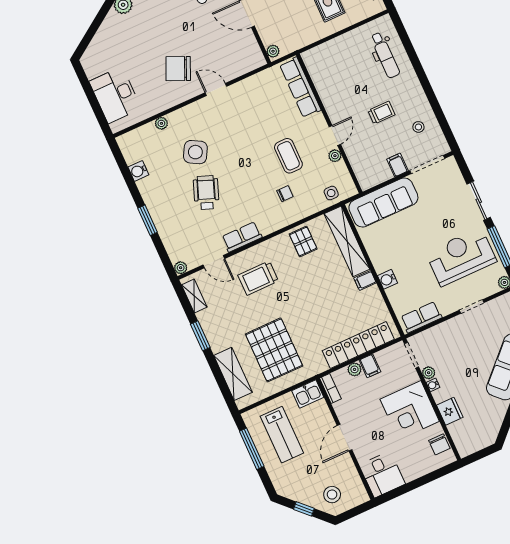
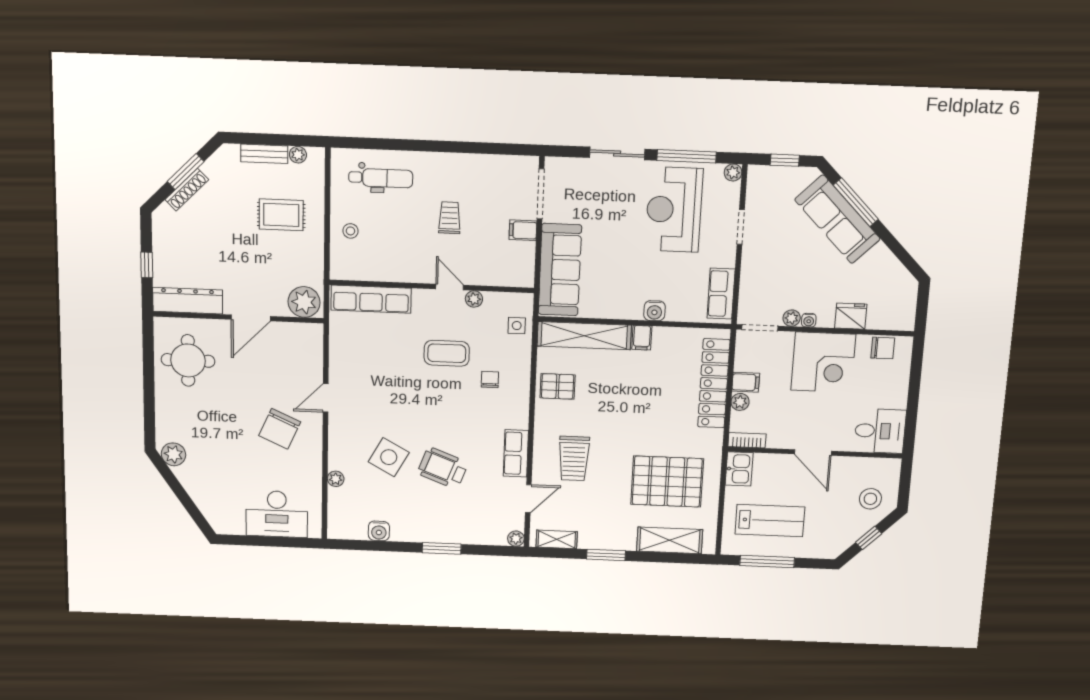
plant: (273, 51) -> (304, 302), width x1.87, depth x1.87
stool: (418, 127) -> (350, 231), moved

